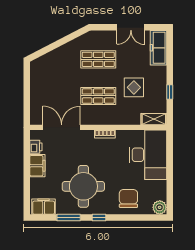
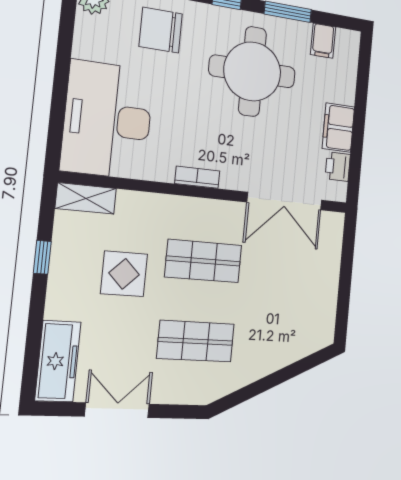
chair: (128, 198) -> (161, 30), turned 90
filing cabinet: (44, 207) -> (323, 41), width x0.50

